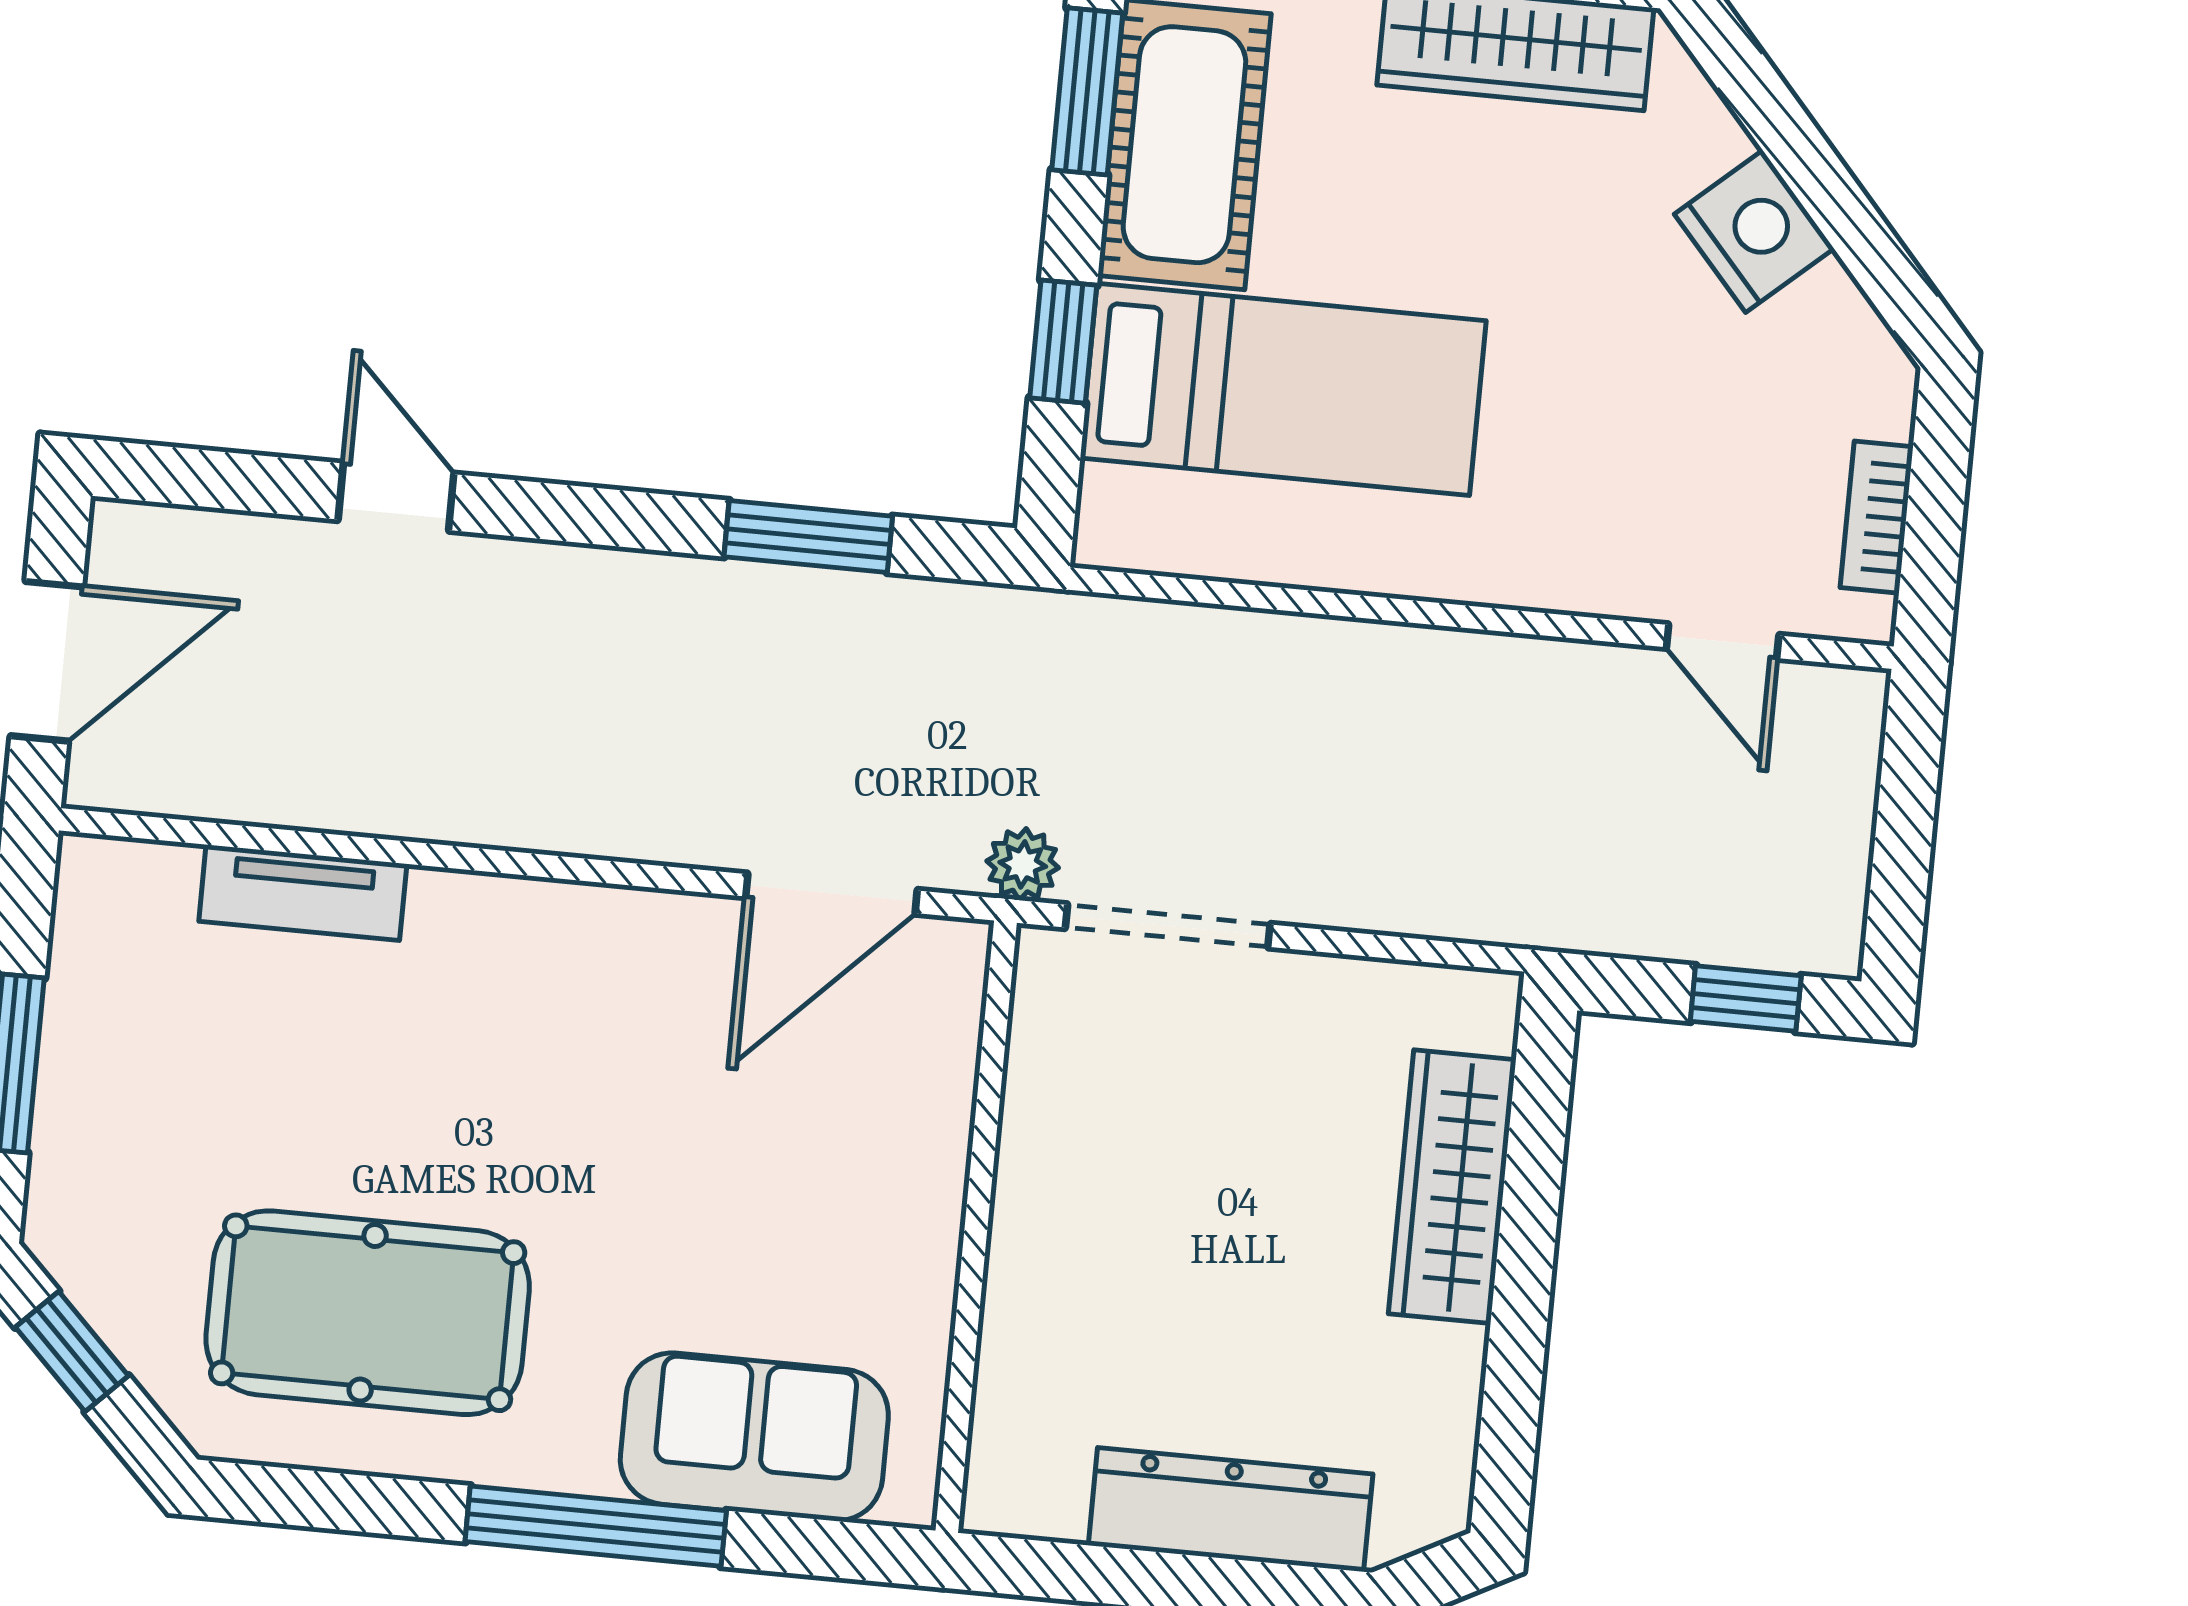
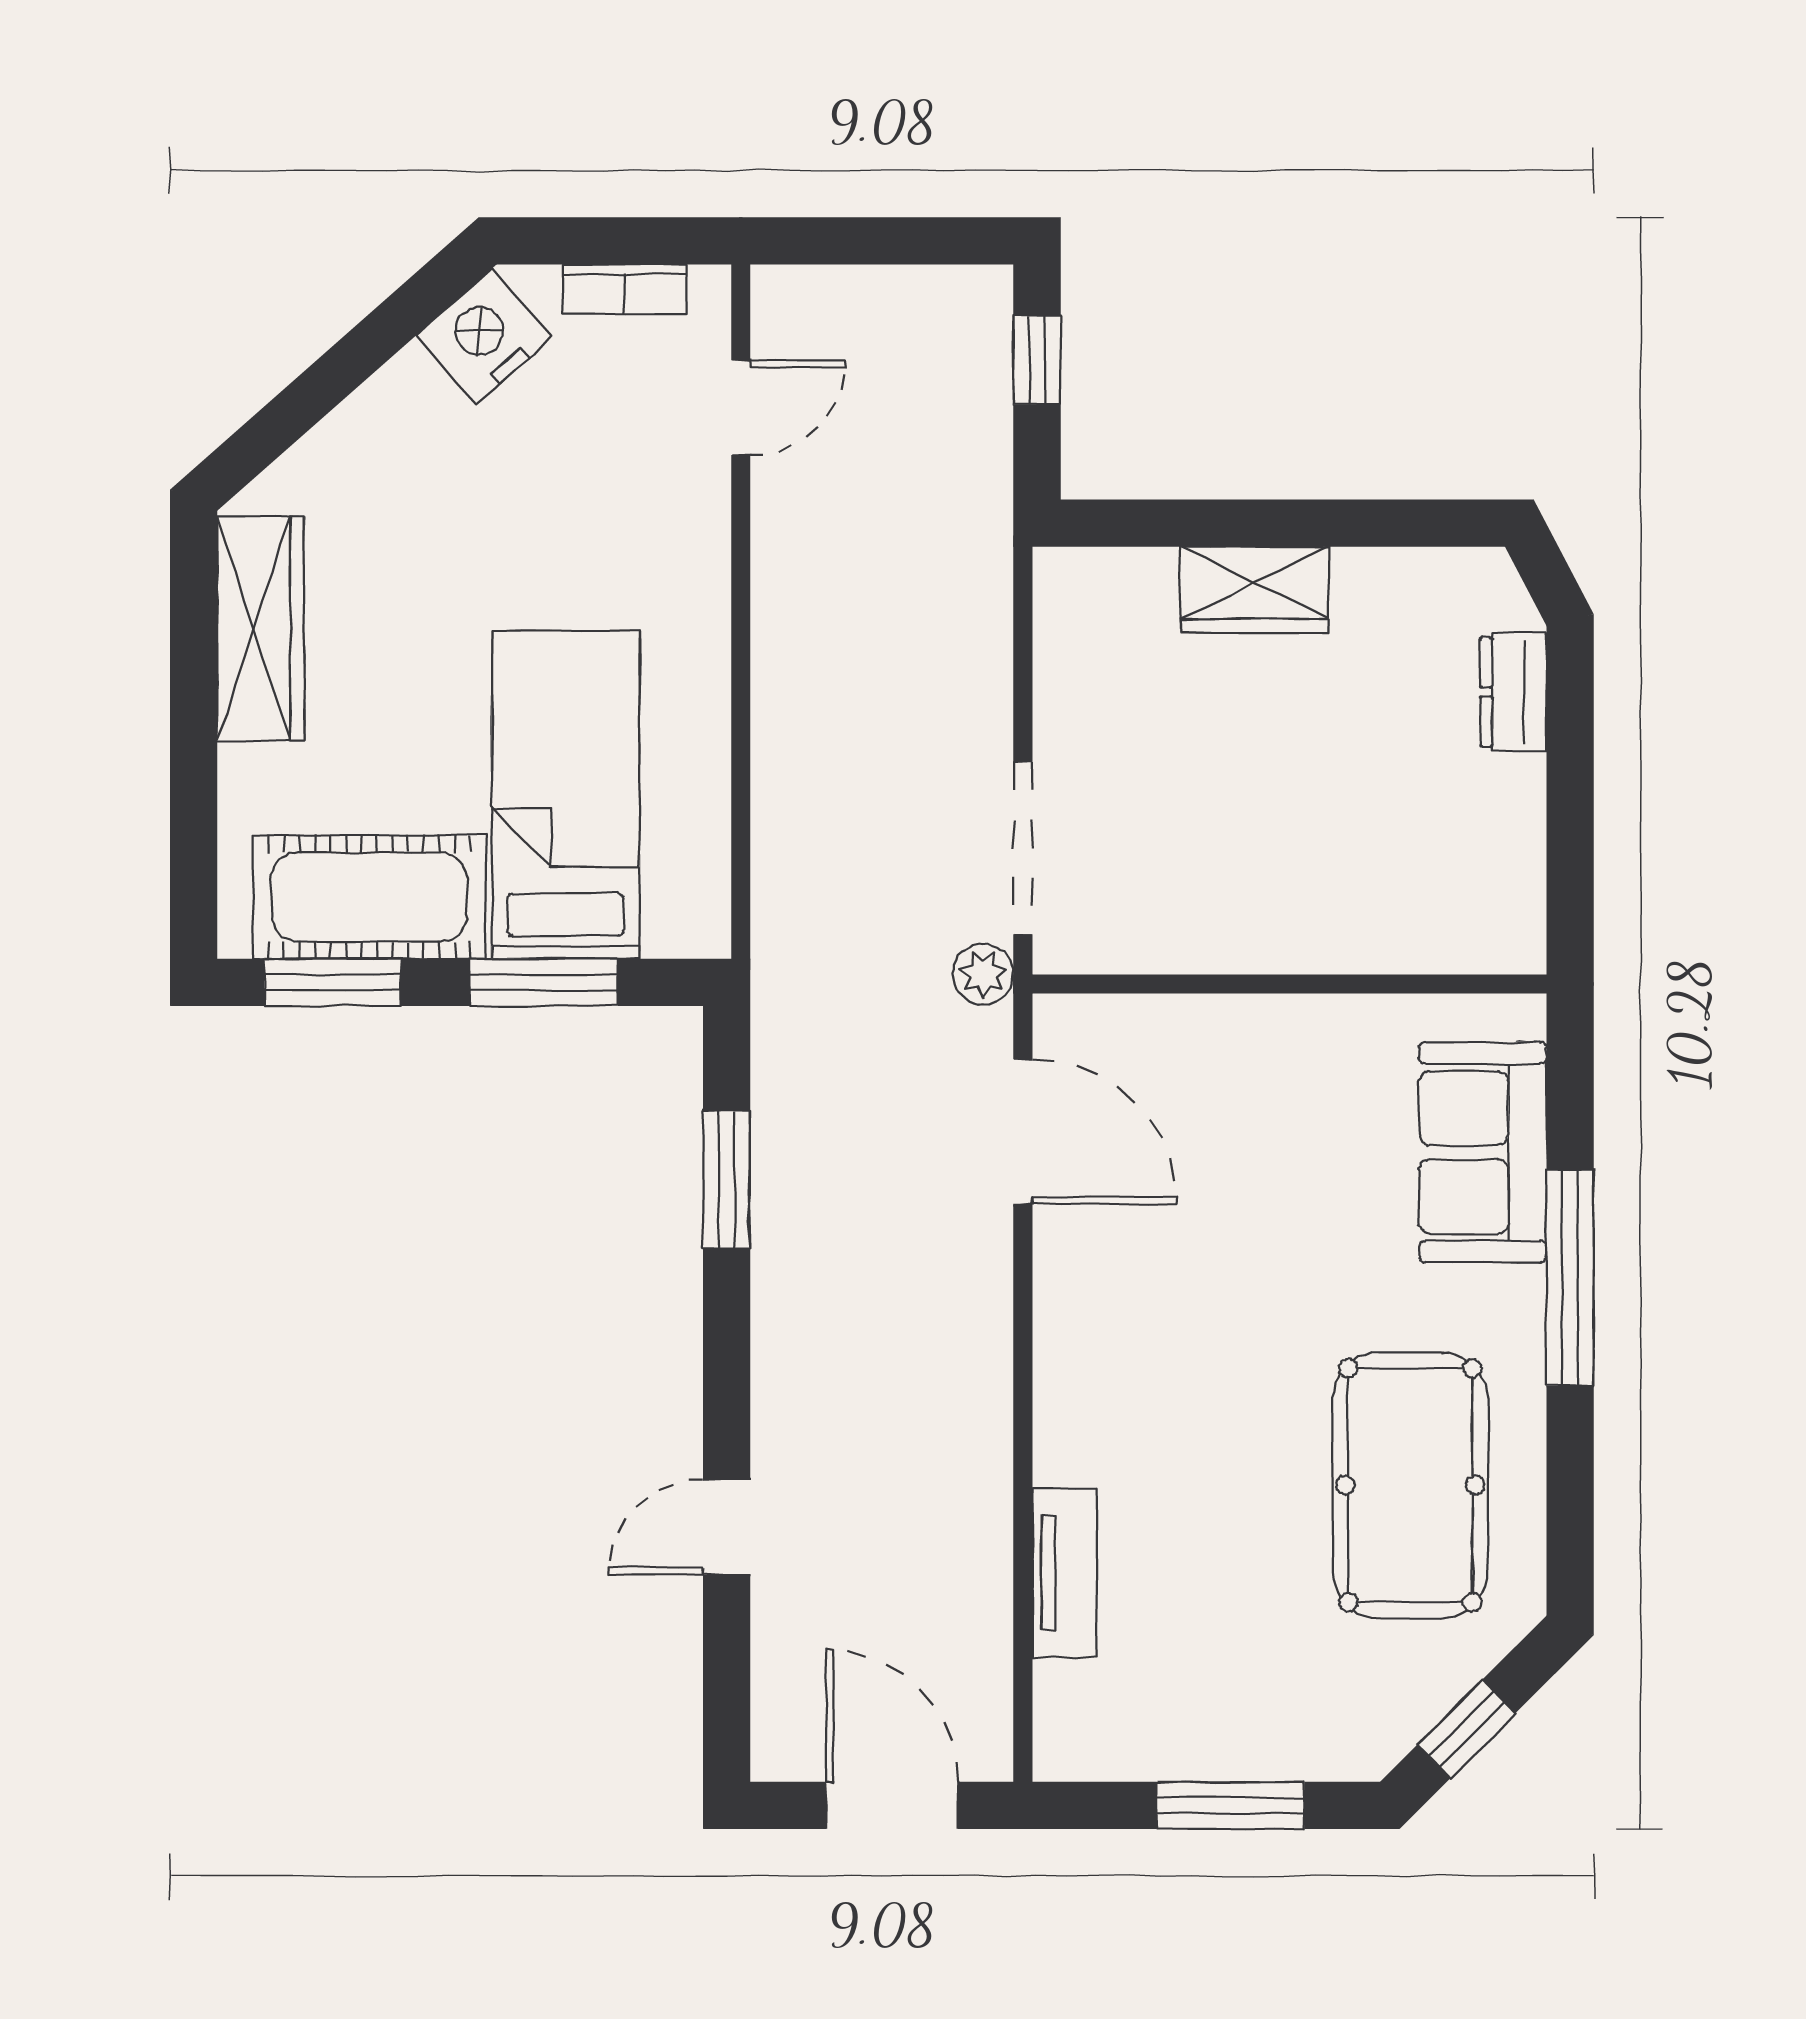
nightstand: (1754, 231) -> (484, 336), moved
window: (1063, 342) -> (543, 982), width x1.50
wardrobe: (1452, 1187) -> (1255, 590), width x0.67
dresser: (1231, 1510) -> (1513, 692), width x0.51, depth x0.80

